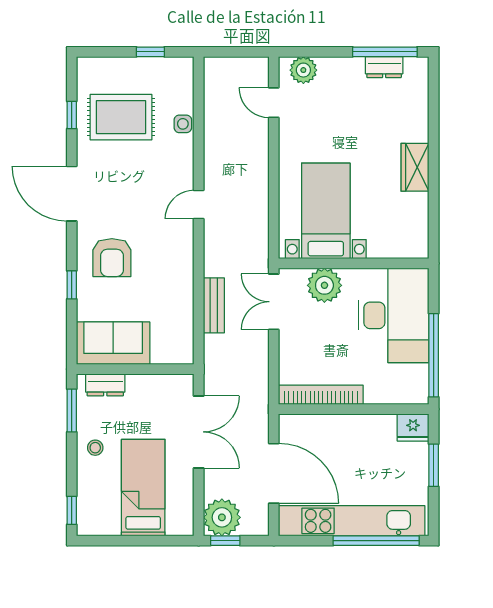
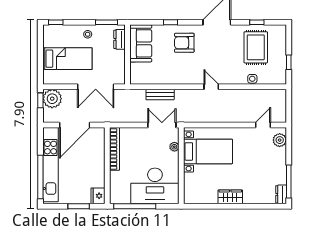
dresser: (384, 67) -> (281, 194), moved
plant: (324, 285) -> (174, 147), width x0.53, depth x0.53

